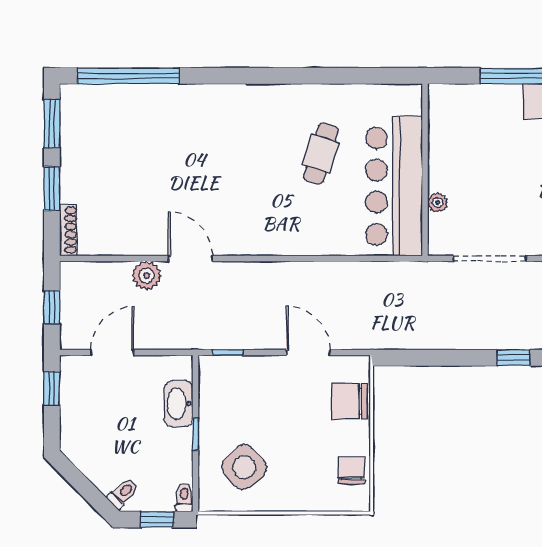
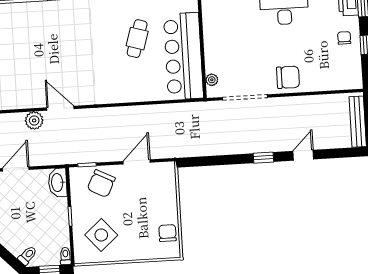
plant: (438, 203) -> (212, 80), moved
door: (308, 352) -> (137, 162), hinge flipped
chair: (350, 401) -> (101, 184), moved, turned -63
washbasin: (179, 404) -> (58, 183), moved

